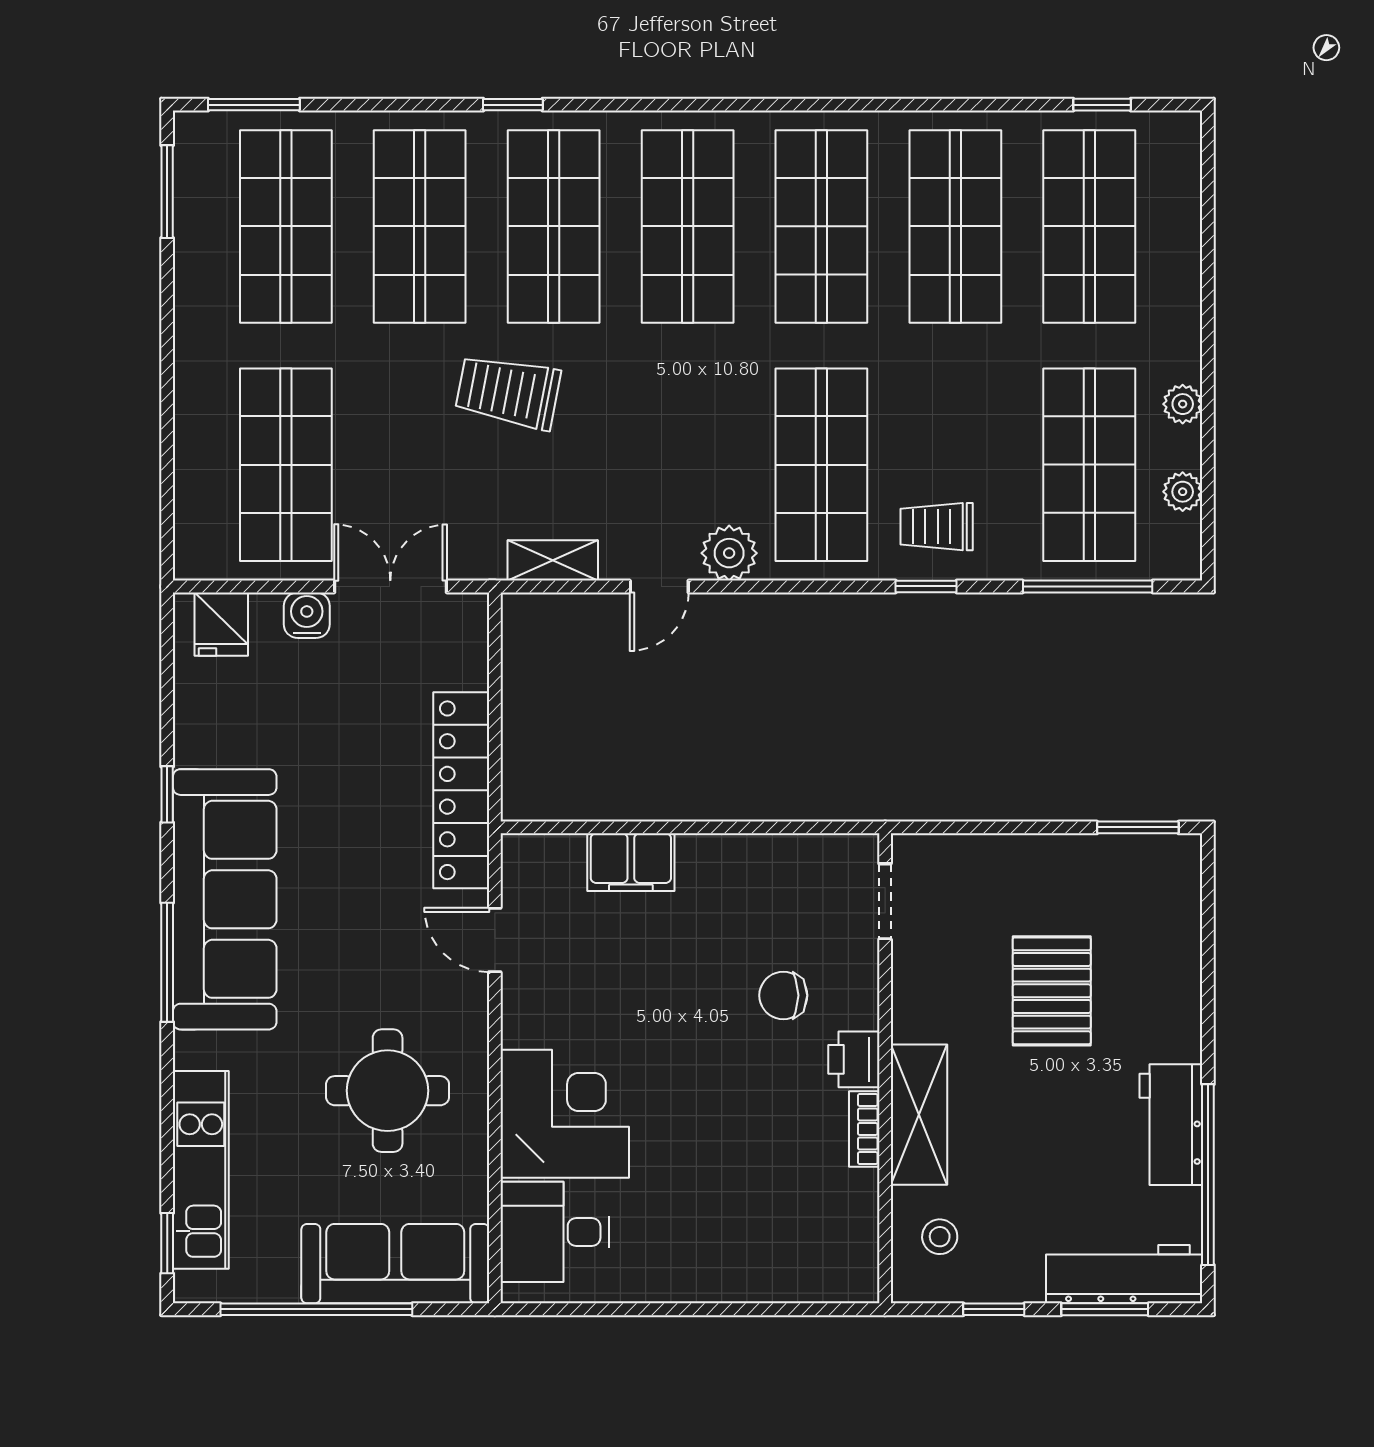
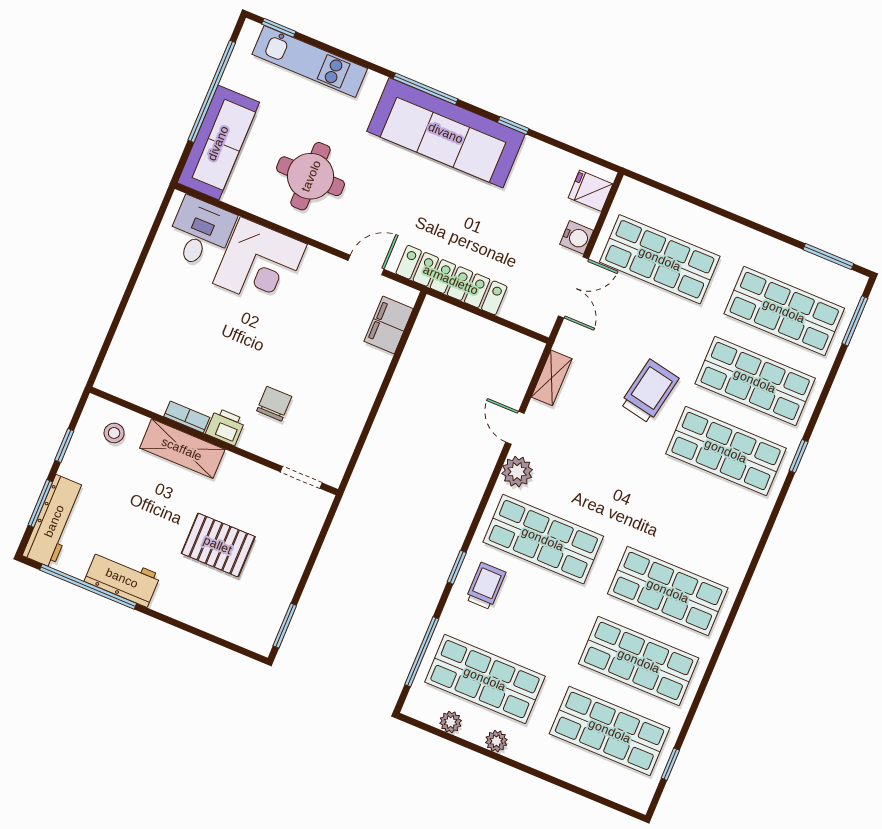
shop shelf: (688, 226) -> (697, 521), removed
filing cabinet: (631, 862) -> (389, 325), moved

